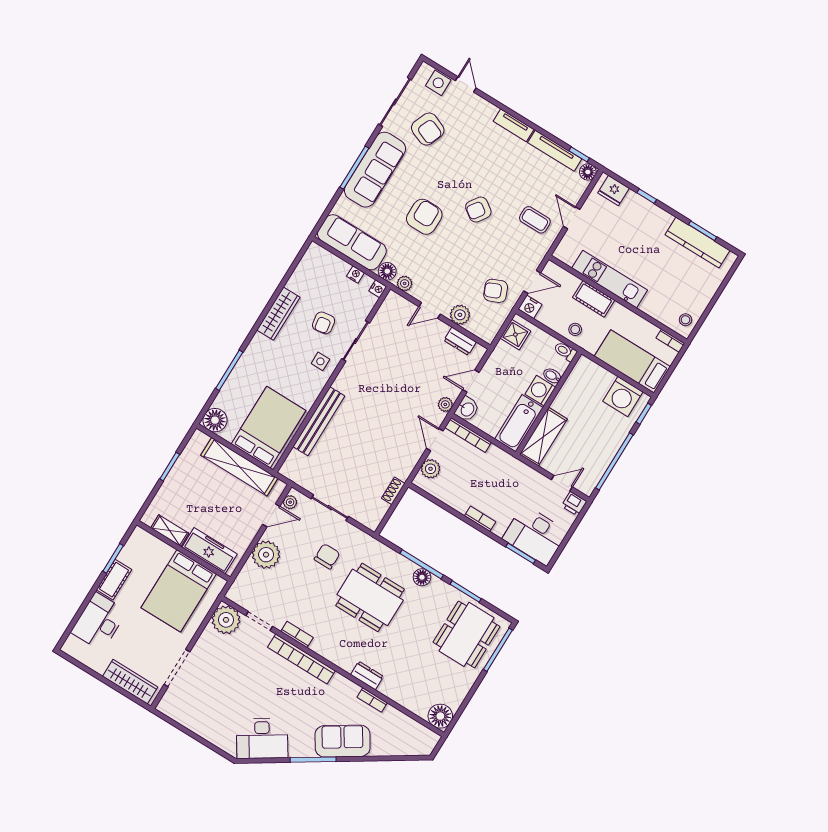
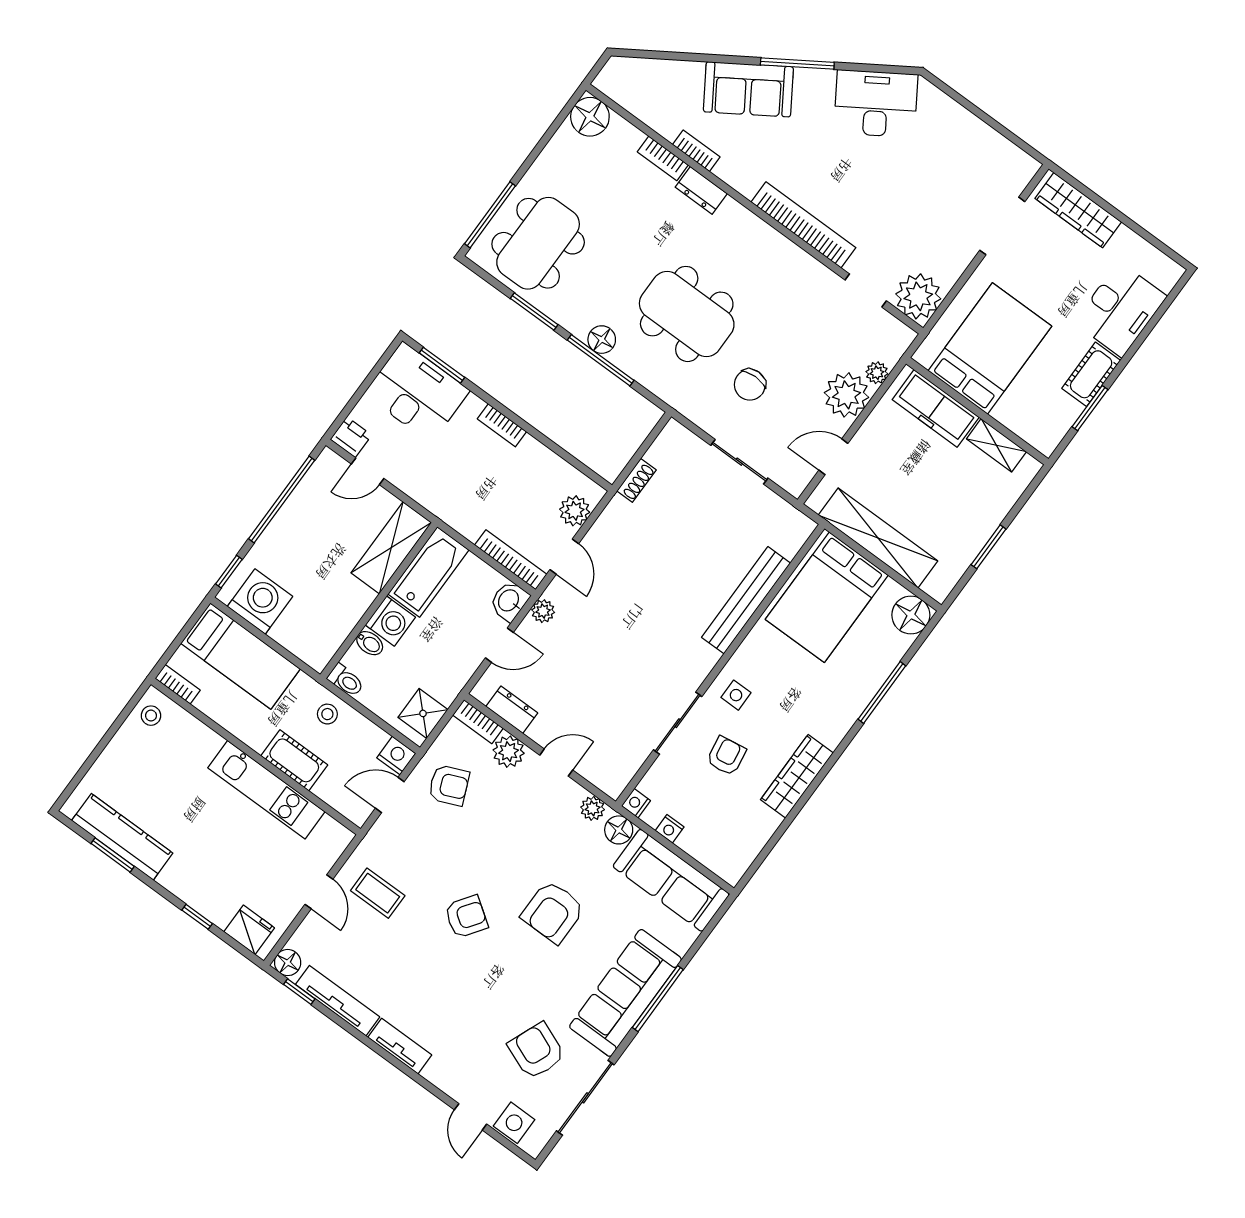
bookcase: (481, 332) -> (478, 722), added
plant: (290, 502) -> (877, 373), moved
bookcase: (297, 635) -> (663, 158), moved

